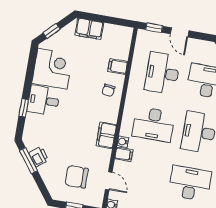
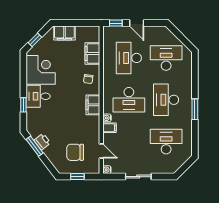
filing cabinet: (118, 67) -> (92, 53), width x2.00
filing cabinet: (106, 135) -> (93, 105), moved

